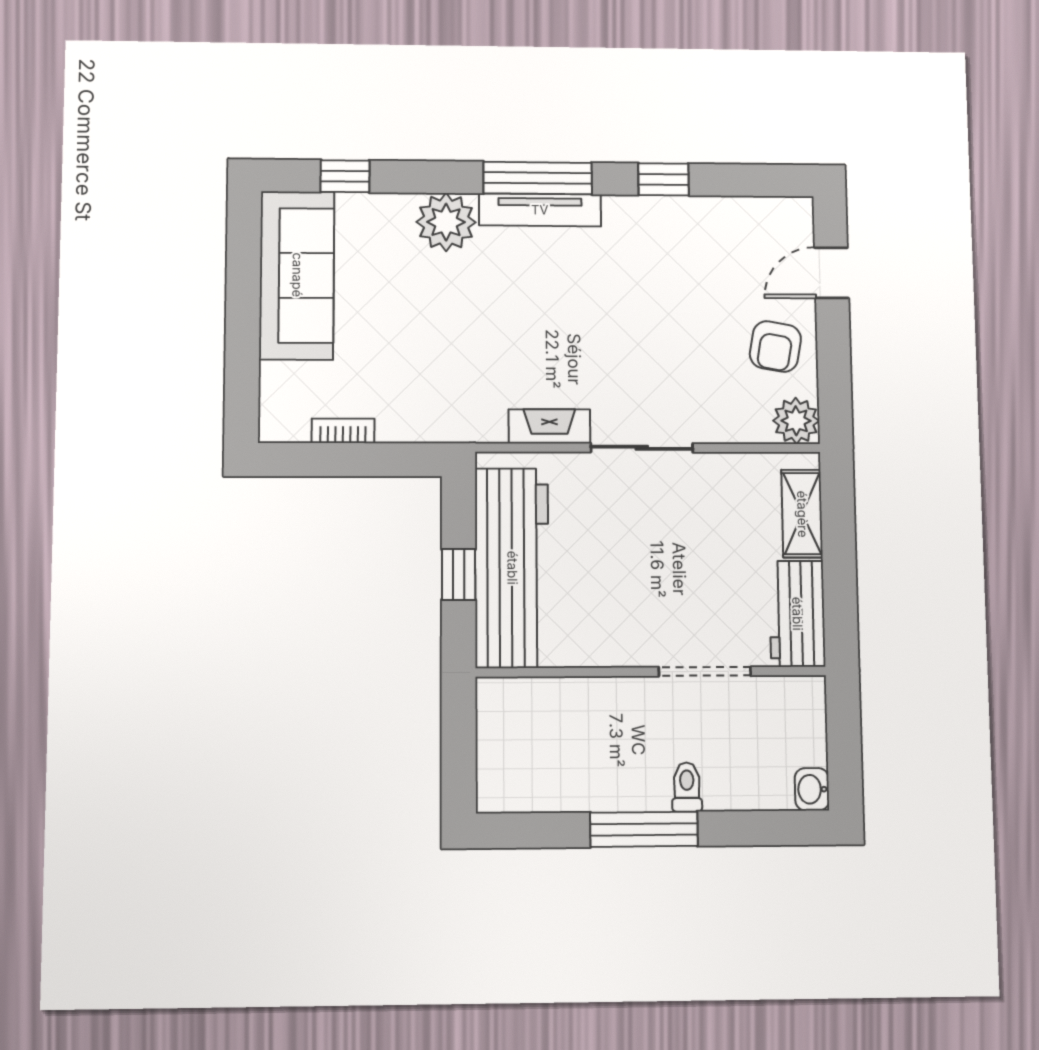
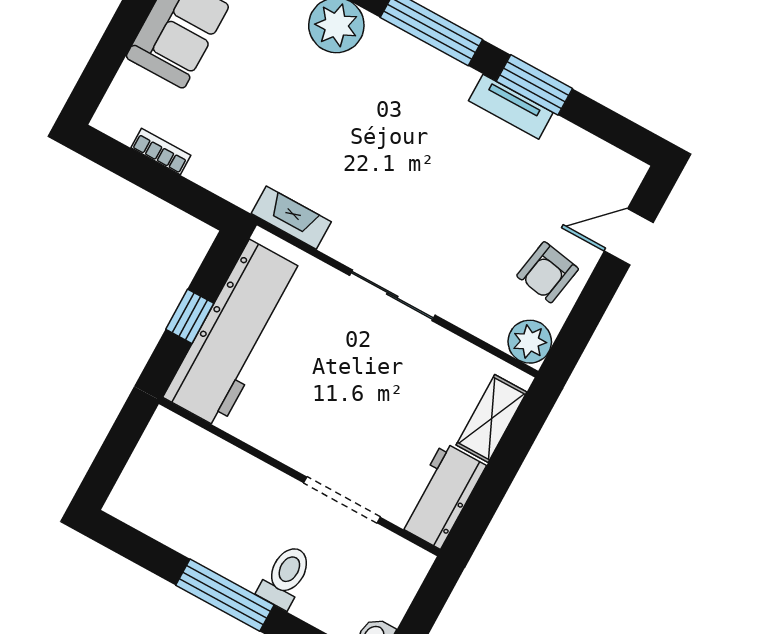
window: (663, 179) -> (534, 85), width x1.50
tv unit: (540, 210) -> (511, 107), moved, width x0.71
fireplace: (549, 426) -> (291, 218), moved
toilet: (687, 787) -> (285, 577), width x1.37, depth x1.39

